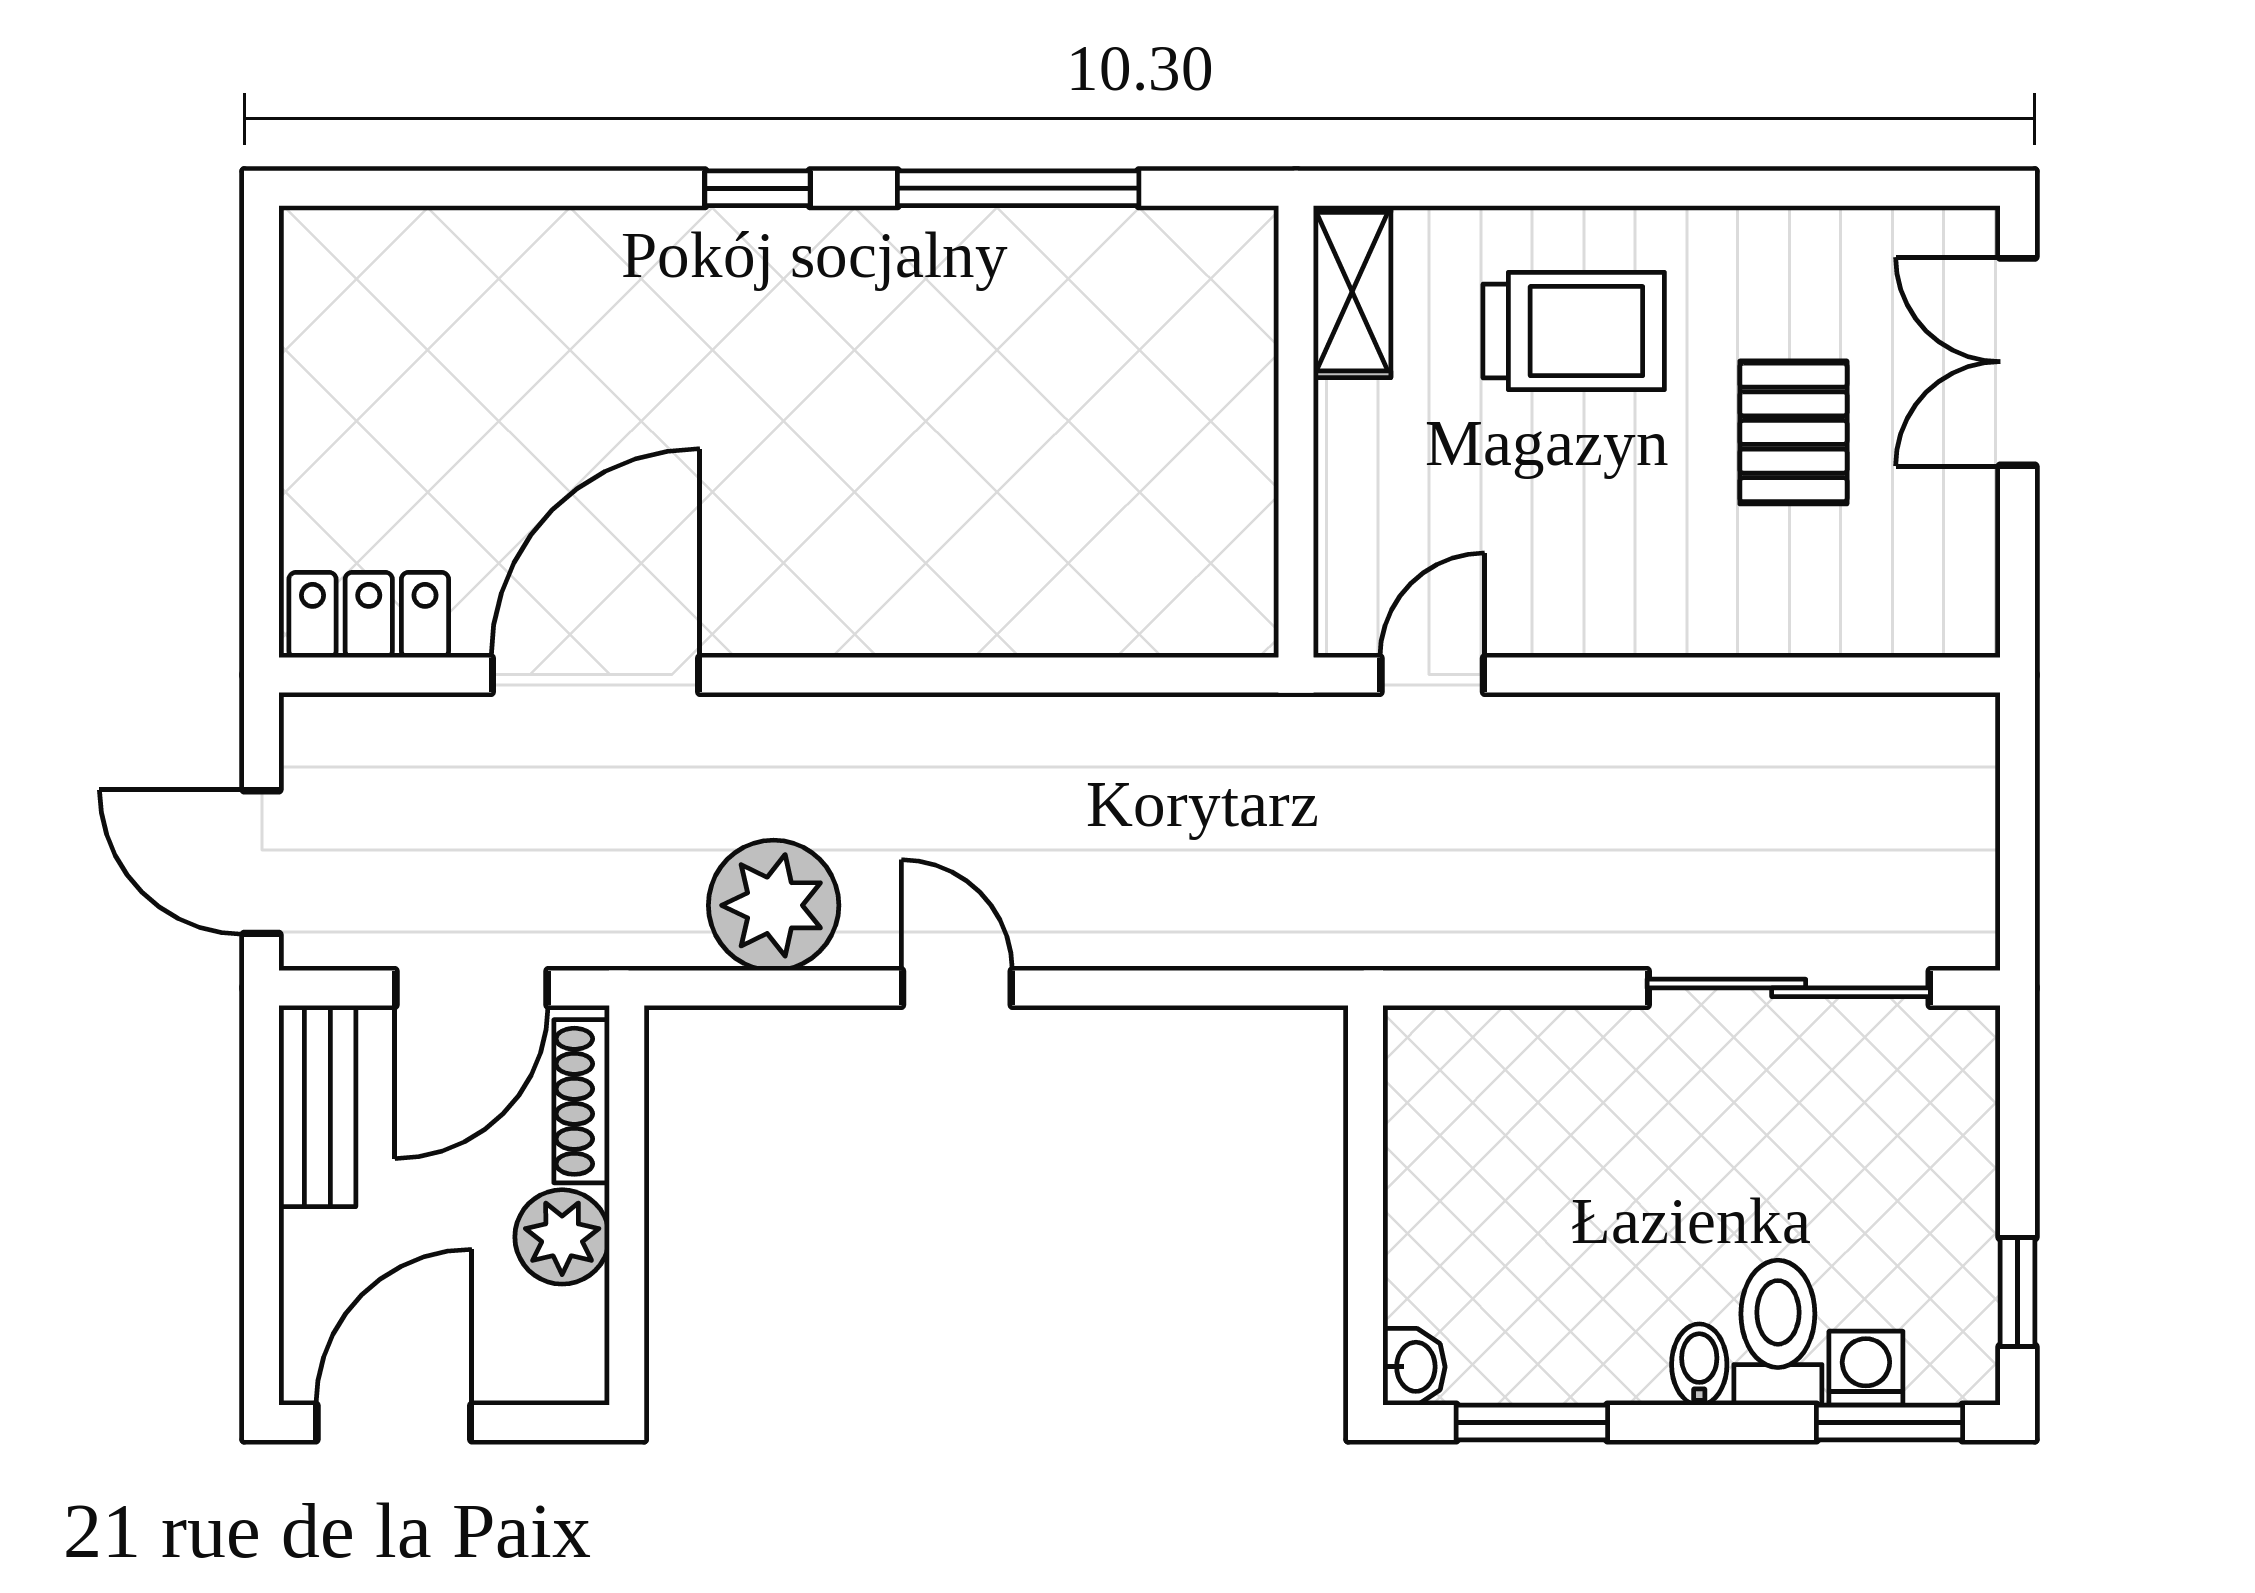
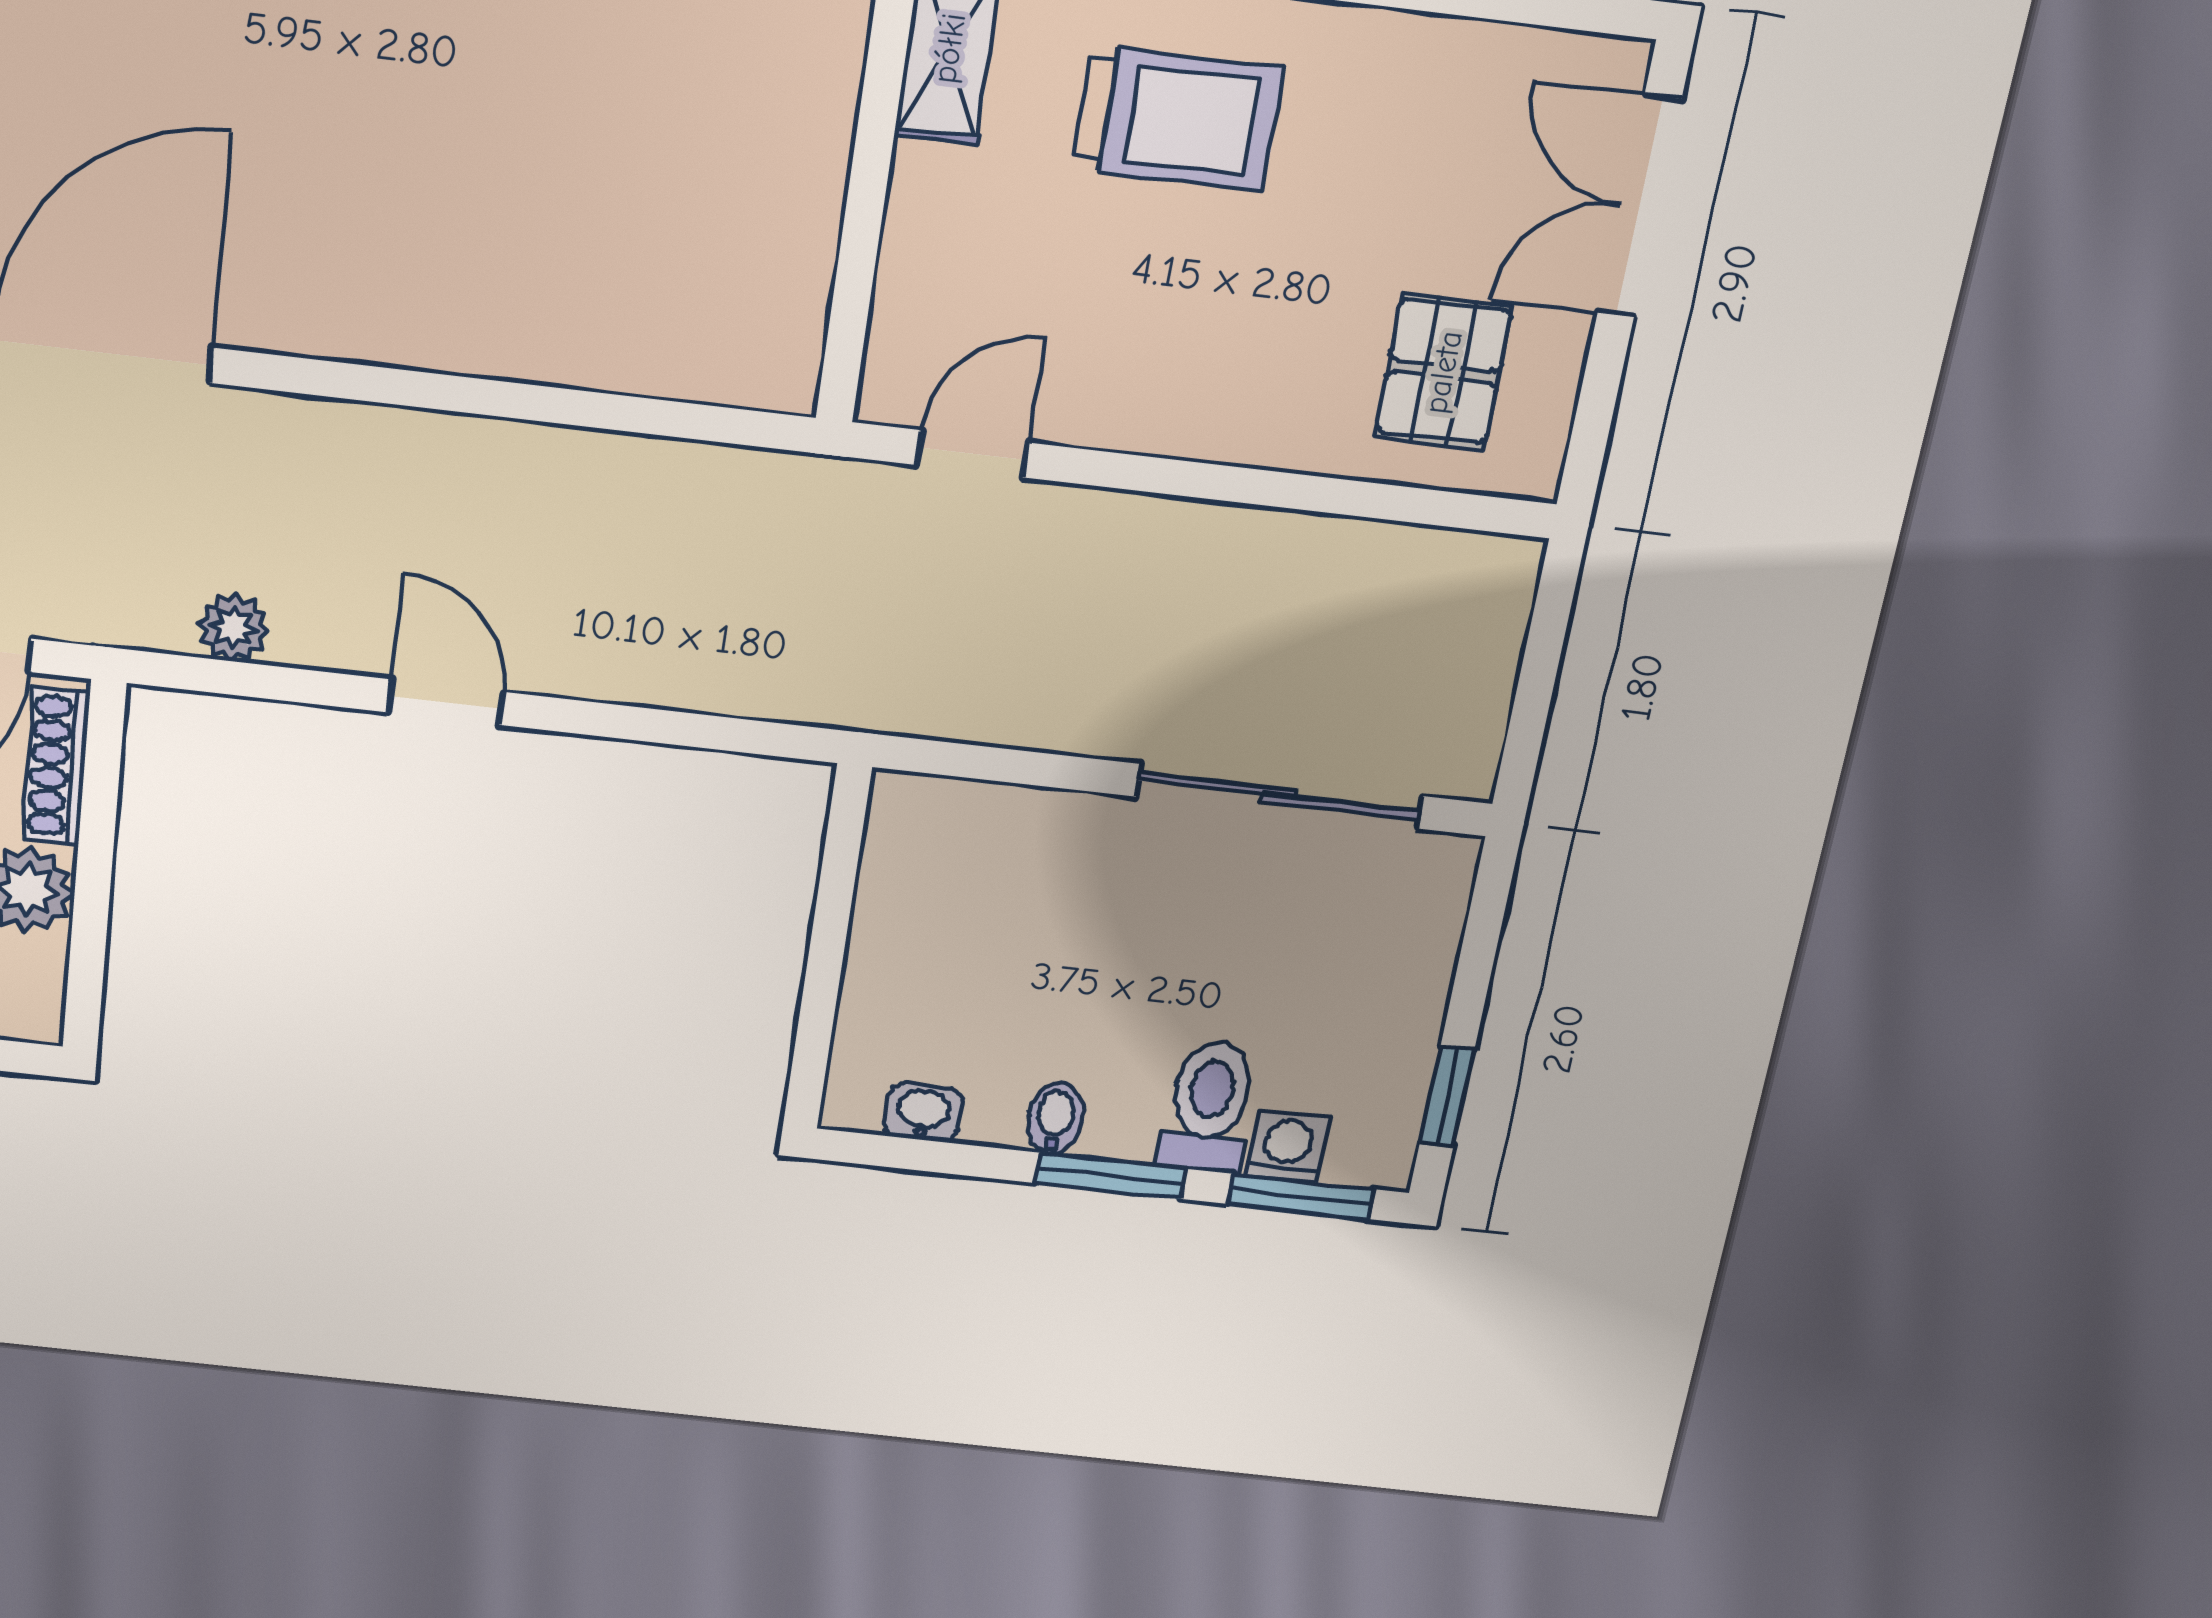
pallet: (1793, 432) -> (1443, 372), moved
plant: (774, 905) -> (233, 628), width x0.53, depth x0.53
bidet: (1699, 1365) -> (1055, 1118), moved
washbasin: (1414, 1367) -> (923, 1113), moved, turned -90
window: (1532, 1423) -> (1111, 1176), moved

